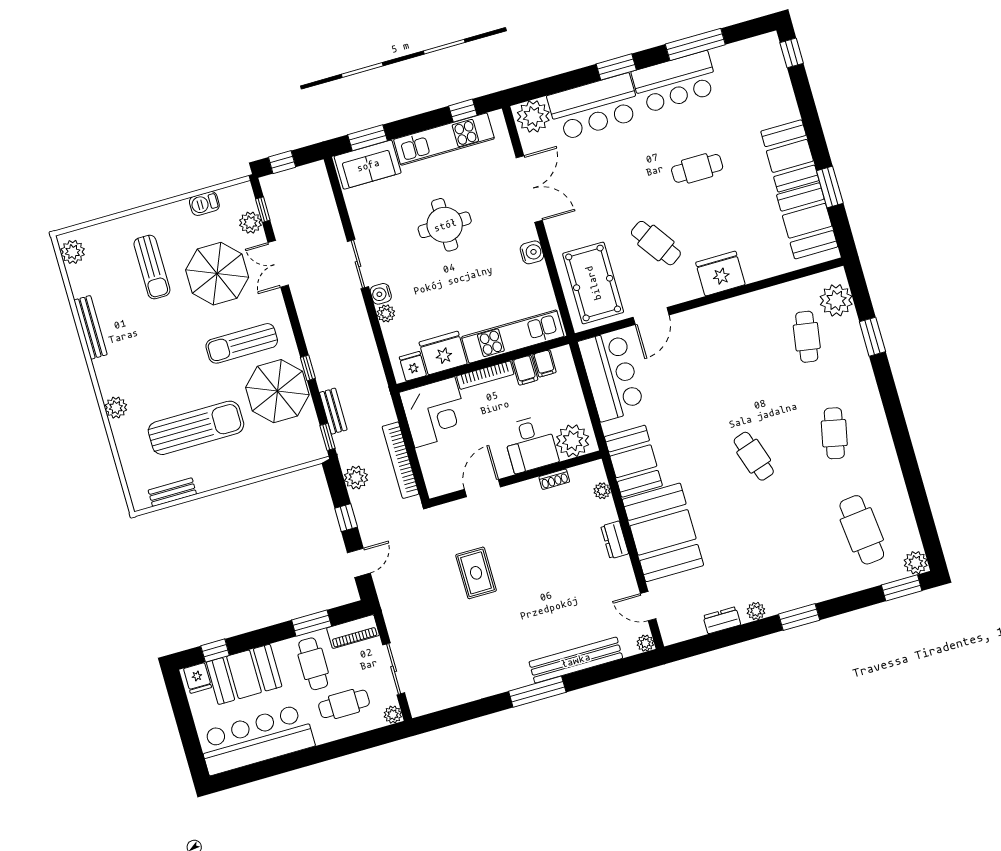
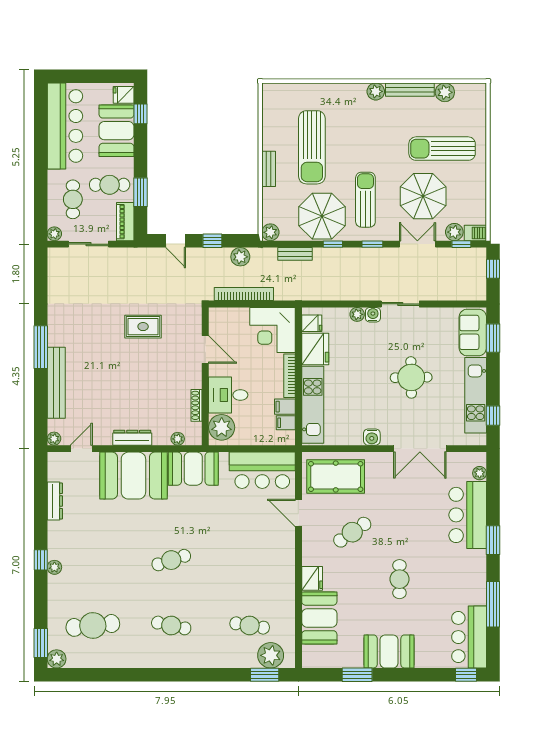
bar counter: (675, 82) -> (469, 637), moved
plant: (533, 116) -> (480, 473), width x0.53, depth x0.53
barbecue: (204, 203) -> (475, 233), moved, turned 90
booth: (807, 221) -> (319, 618), moved, turned 90
plant: (73, 252) -> (445, 92), moved
sun lounger: (152, 267) -> (442, 149), width x1.36, depth x1.34
fridge: (720, 273) -> (312, 578), width x0.73, depth x0.75
window: (872, 337) -> (265, 675), moved
plant: (116, 408) -> (376, 91), moved
window: (328, 437) -> (372, 244), moved
plant: (315, 449) -> (270, 232), added
shoe rack: (554, 479) -> (197, 405), width x1.43
bench: (172, 492) -> (269, 169), moved
dresser: (615, 540) -> (132, 438), width x1.44
plant: (756, 611) -> (54, 567), moved
window: (799, 617) -> (41, 560), width x0.67
dresser: (722, 620) -> (55, 501), width x1.44

